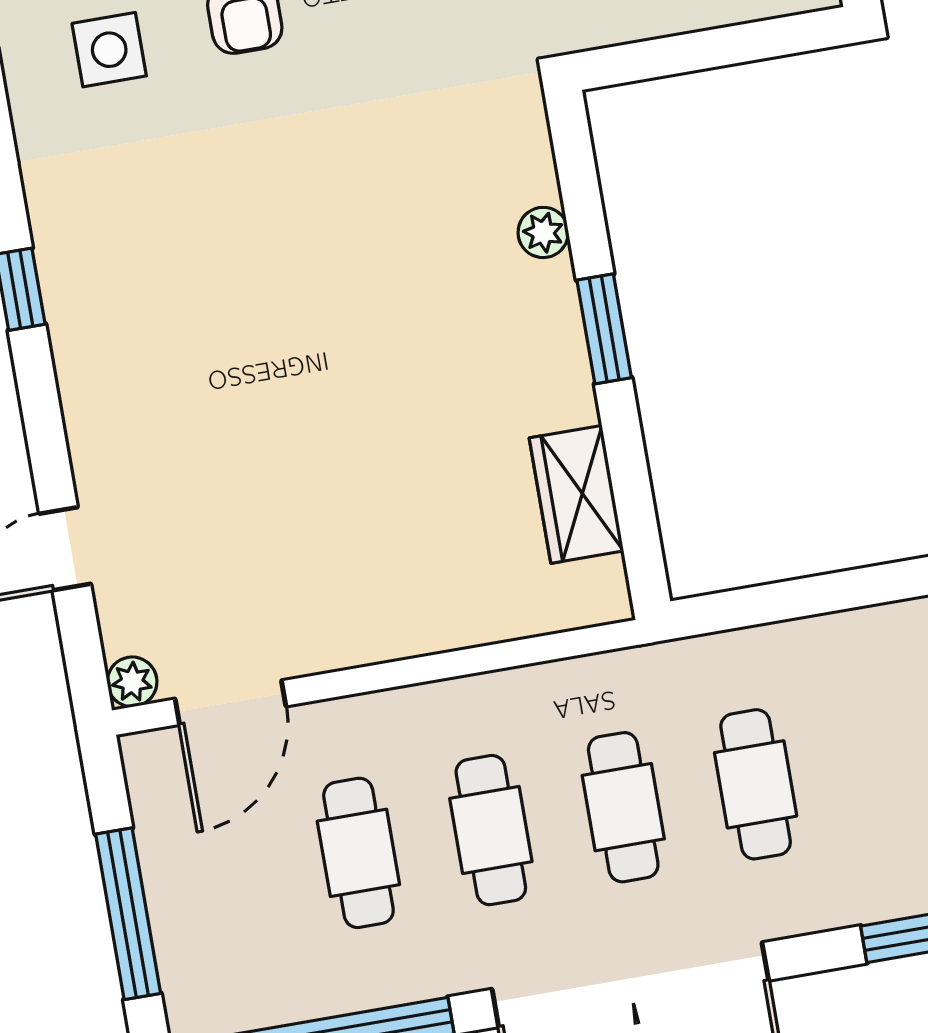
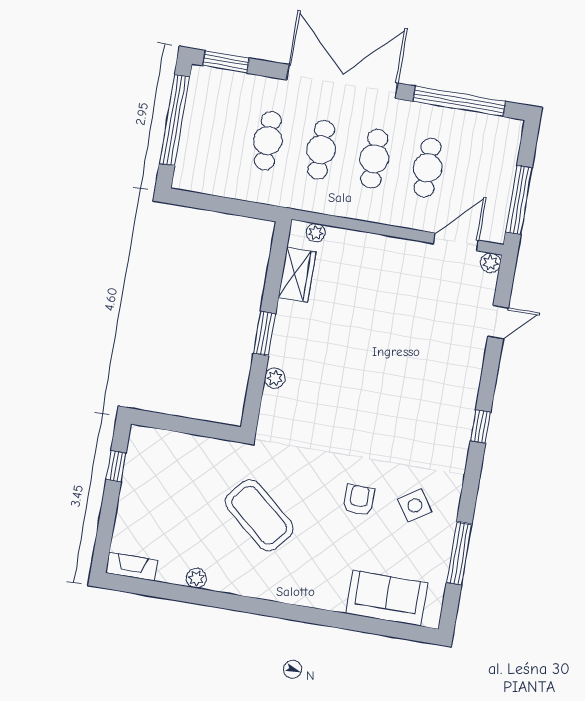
side table: (109, 50) -> (415, 505), turned -34
plant: (567, 608) -> (316, 233), added
window: (128, 914) -> (519, 200), moved

